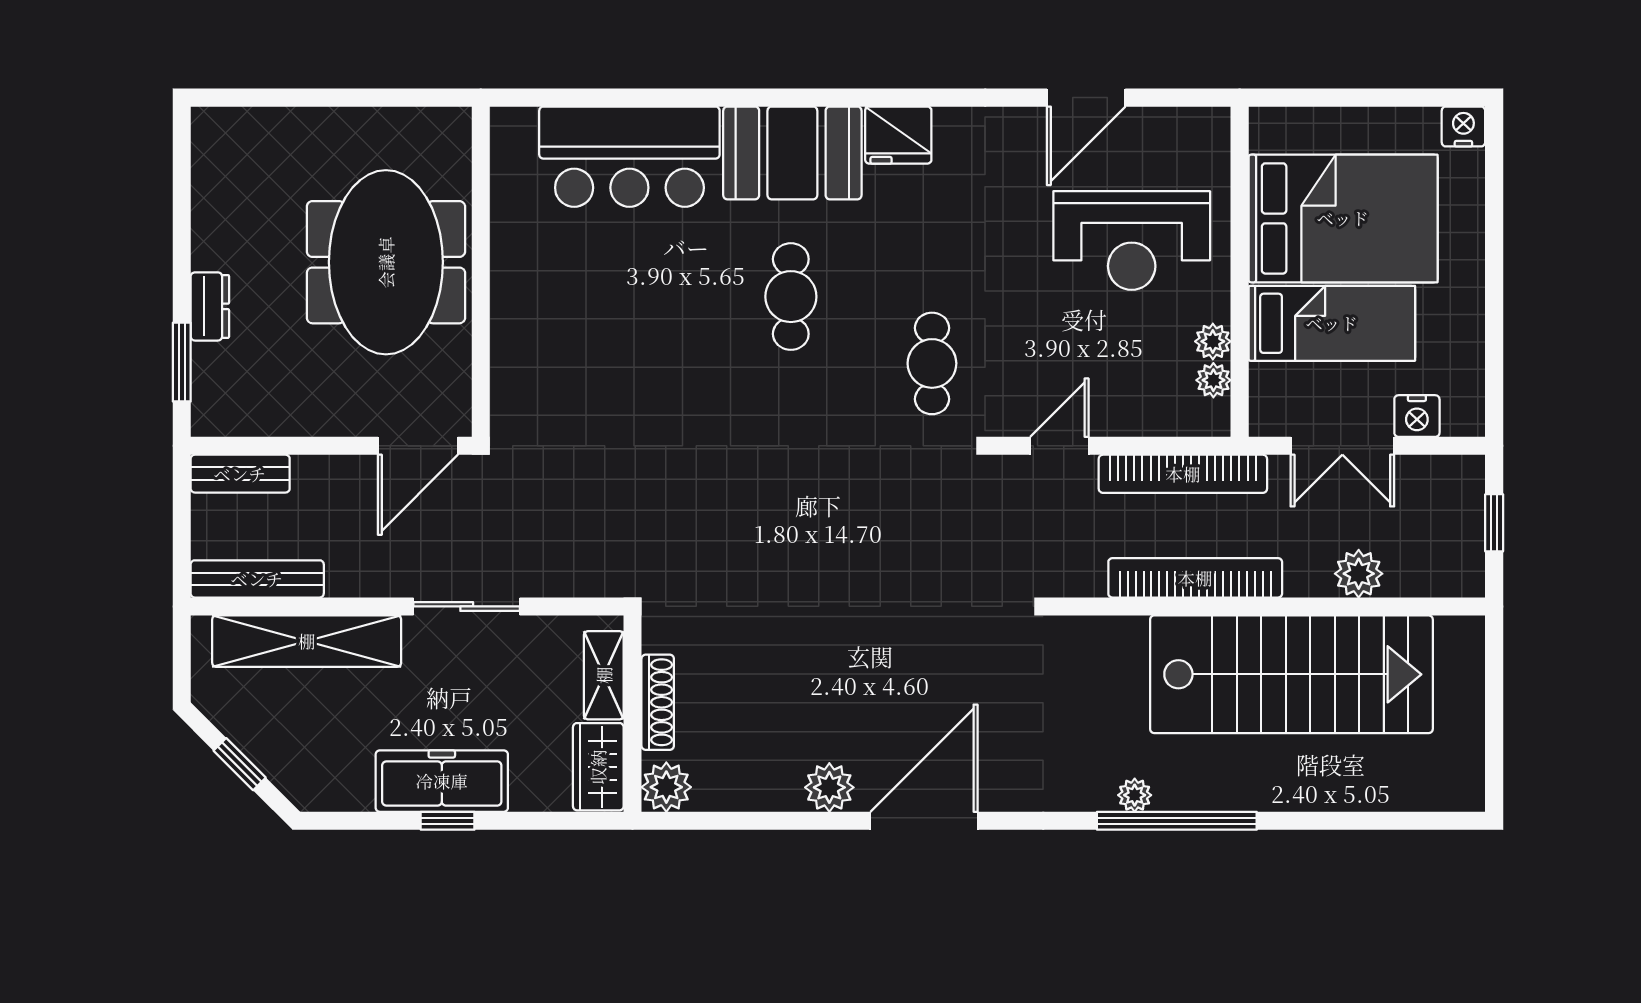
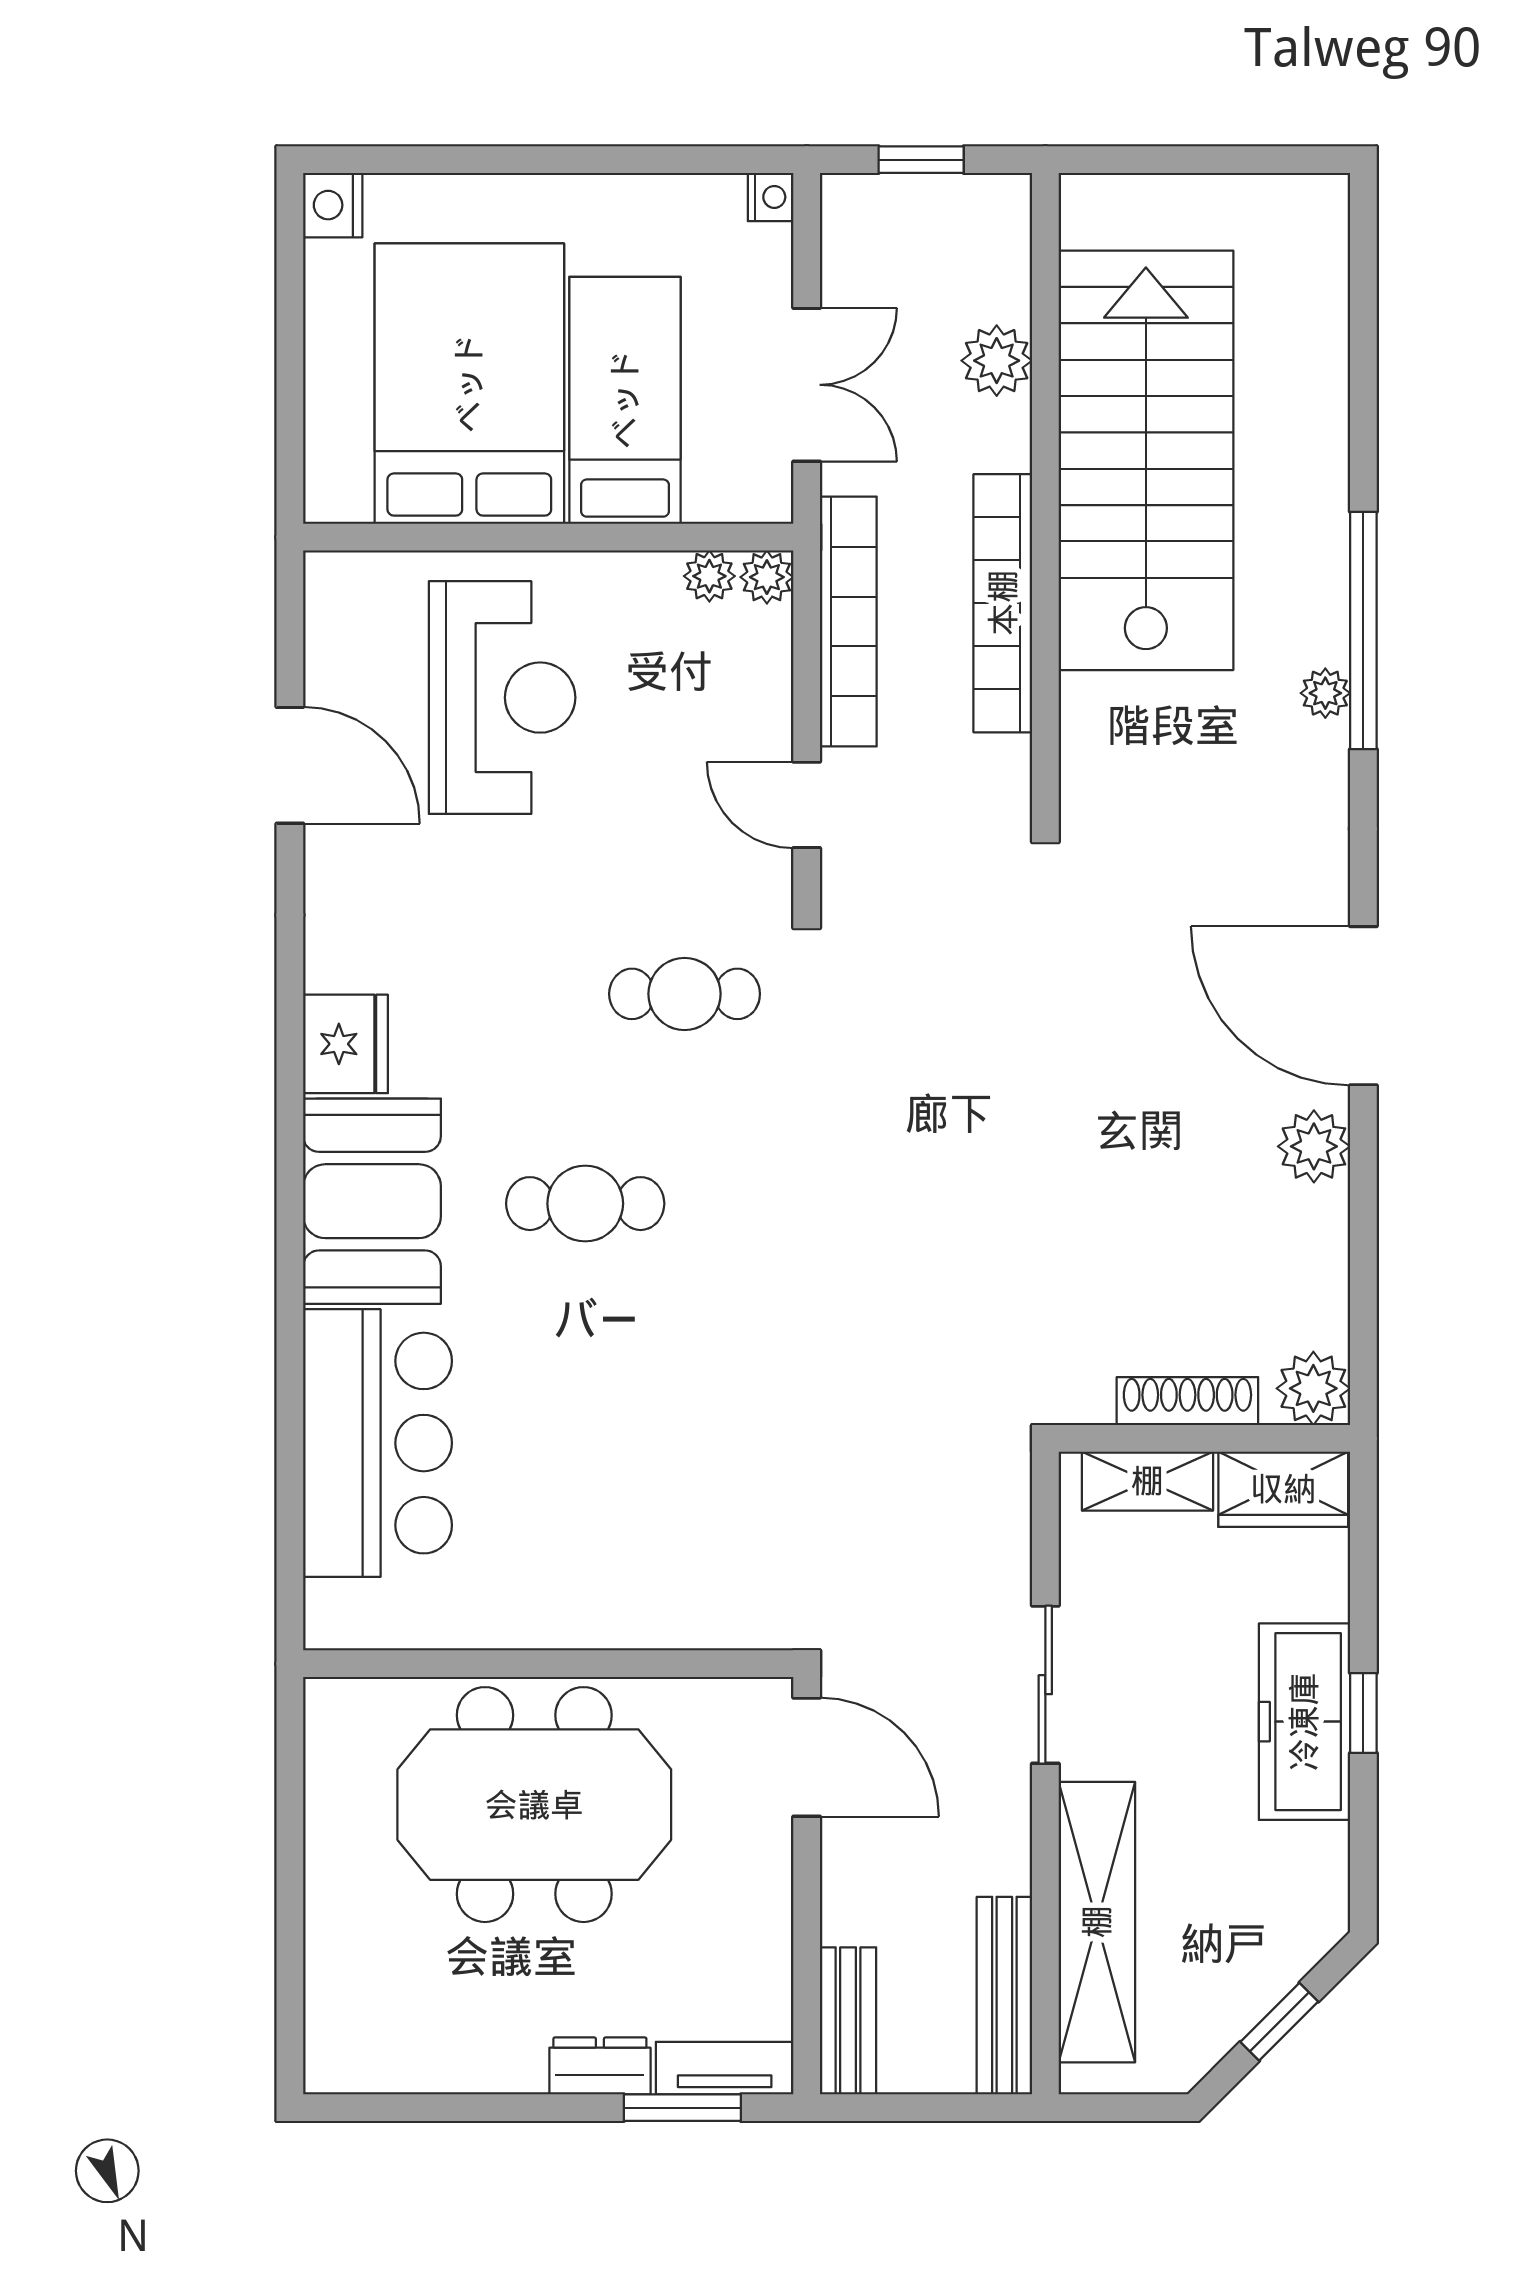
plant: (1213, 341) -> (767, 577), moved
tv unit: (208, 390) -> (725, 2068), added
nightstand: (1417, 416) -> (771, 197), moved, width x0.72, depth x0.74

